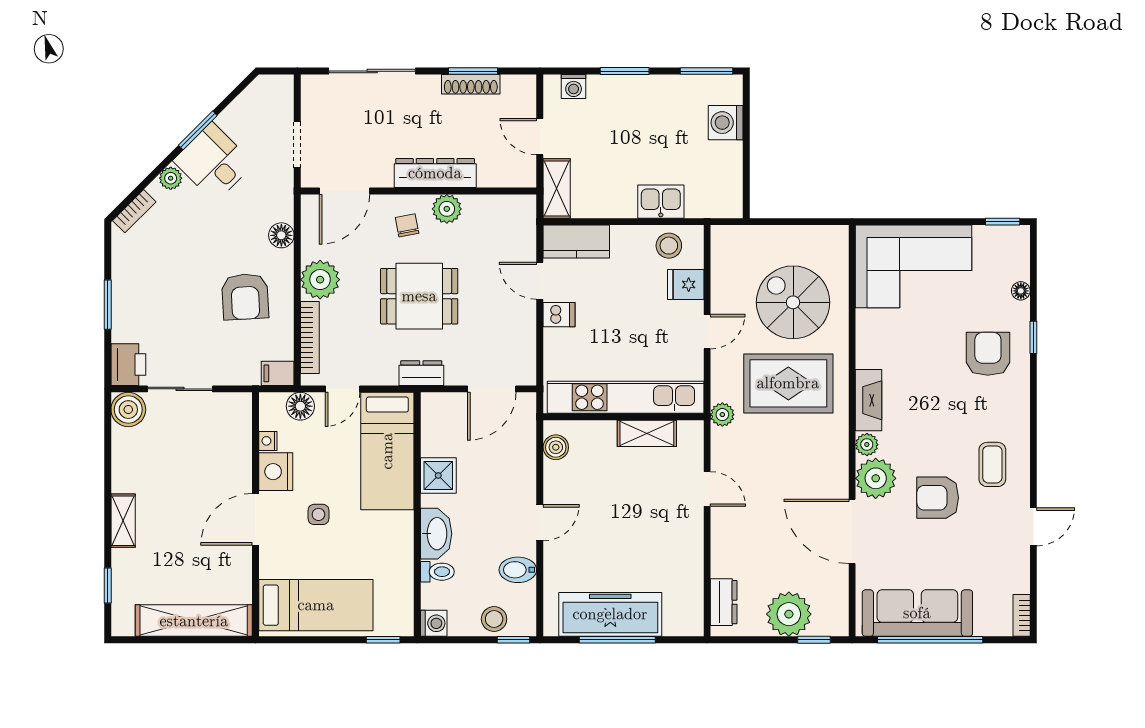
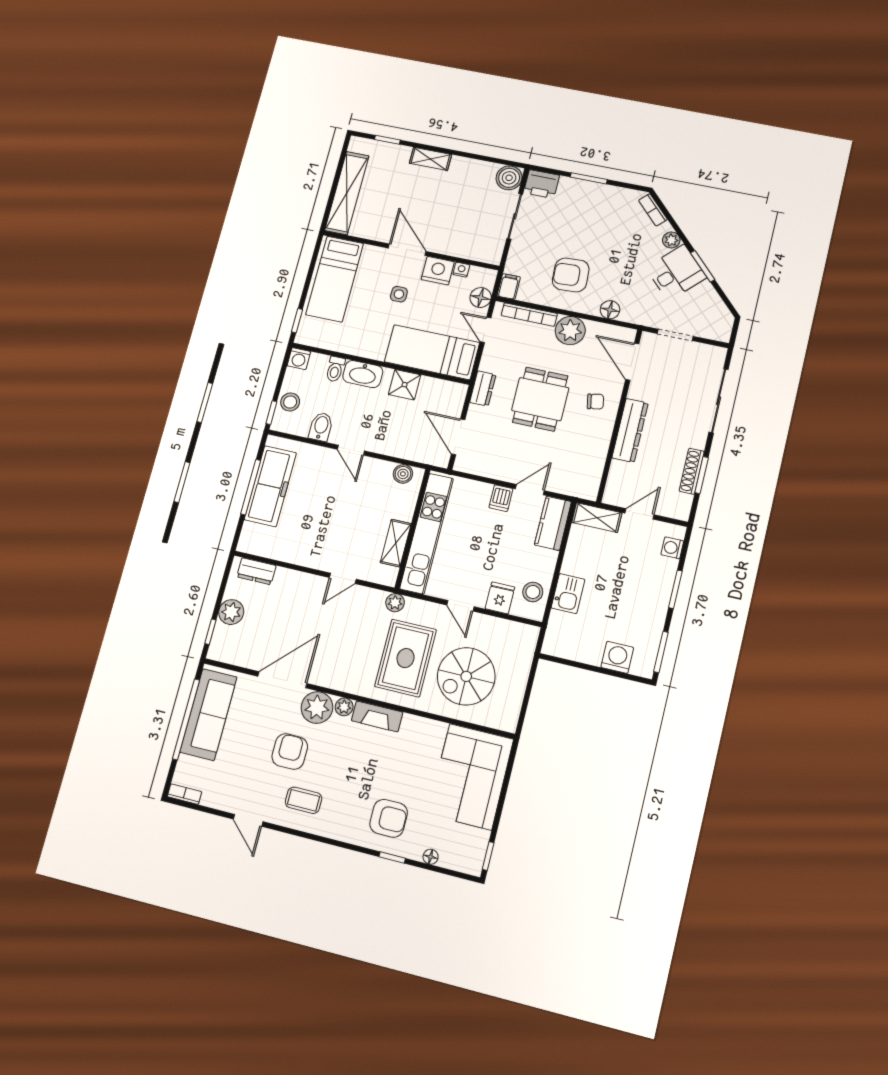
plant: (447, 209) -> (601, 433), removed
spiral stairs: (793, 302) -> (466, 676), turned 180
plant: (789, 614) -> (231, 612), width x0.73, depth x0.73

